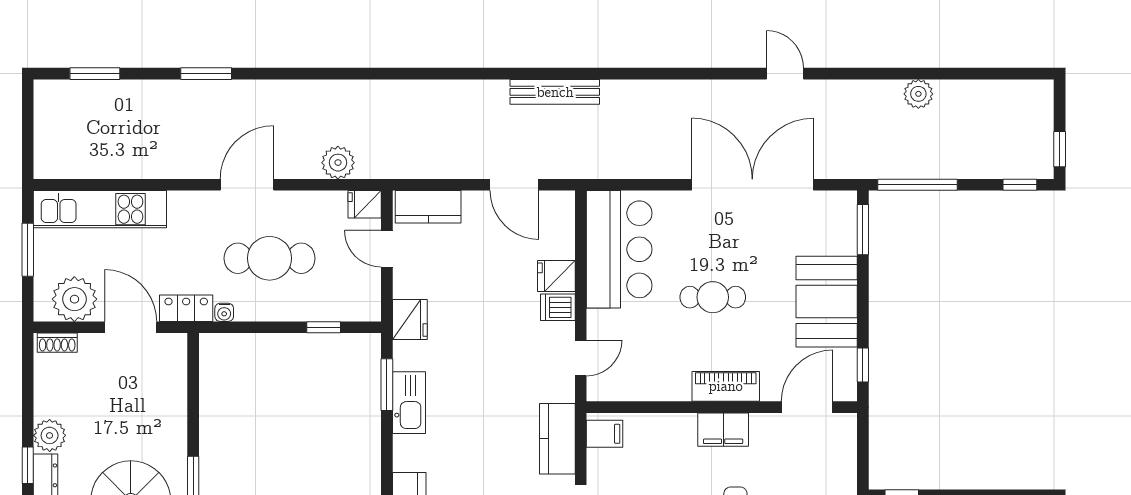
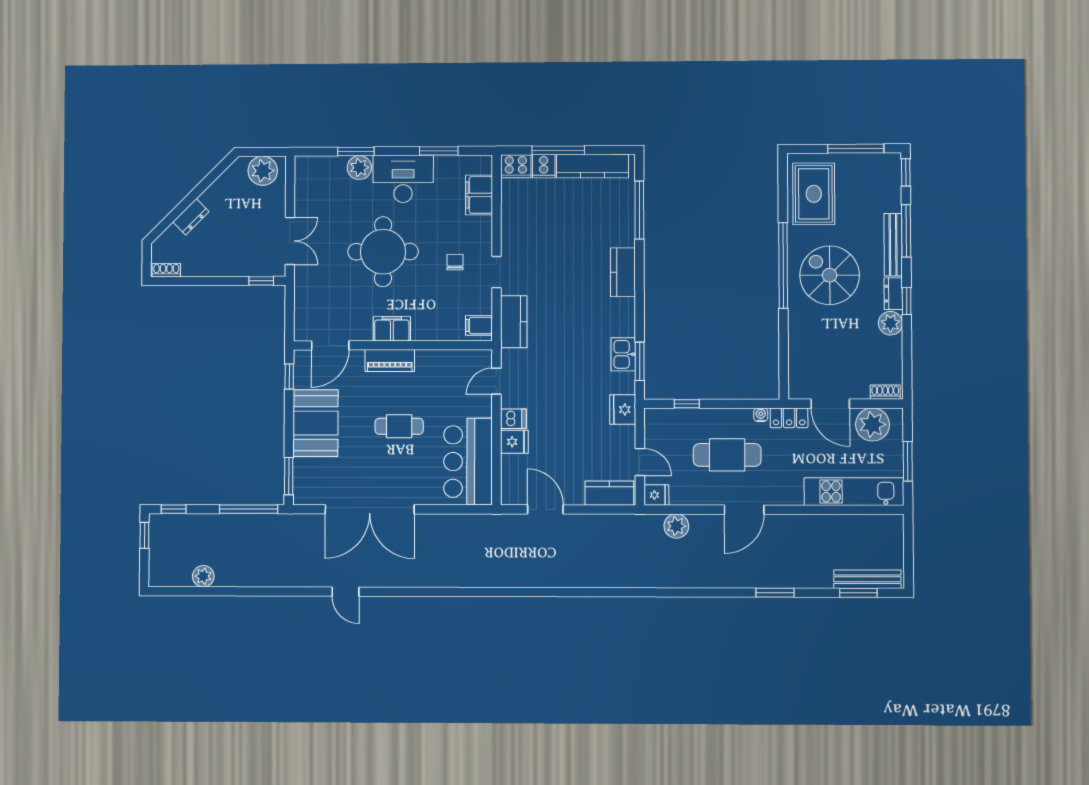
bench: (555, 92) -> (867, 579), moved
plant: (918, 94) -> (203, 576), moved
kitchen sink: (409, 403) -> (623, 354), width x0.73

